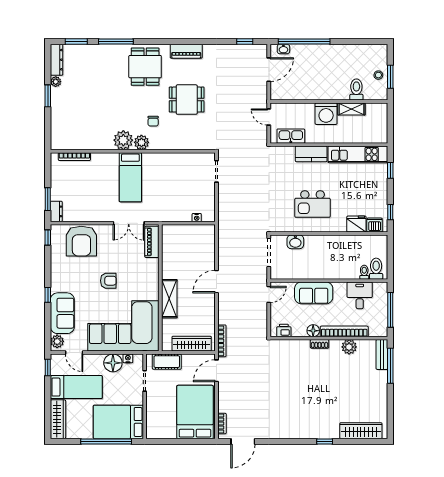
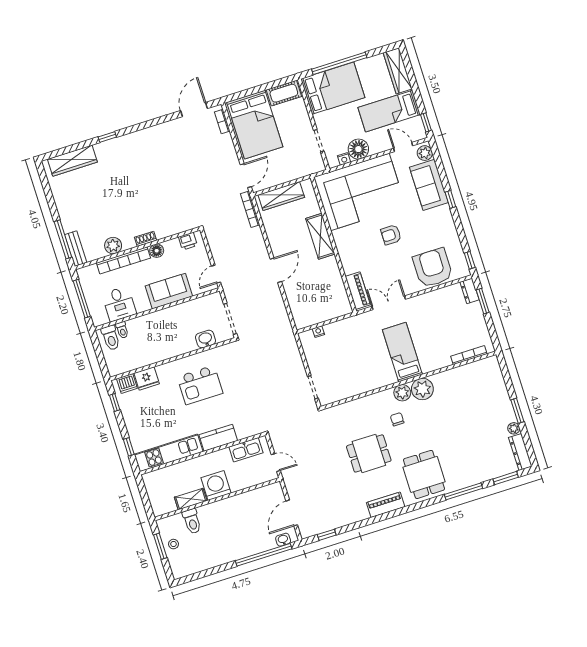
kitchen island: (313, 204) -> (200, 385), turned 180
cot: (167, 362) -> (284, 93), moved

